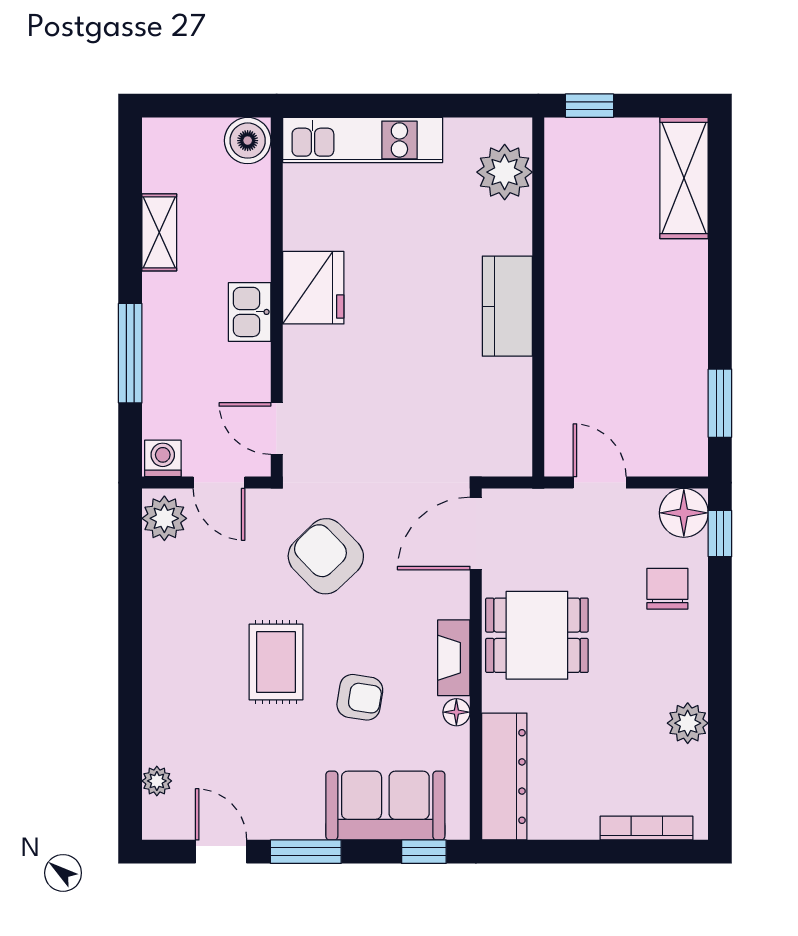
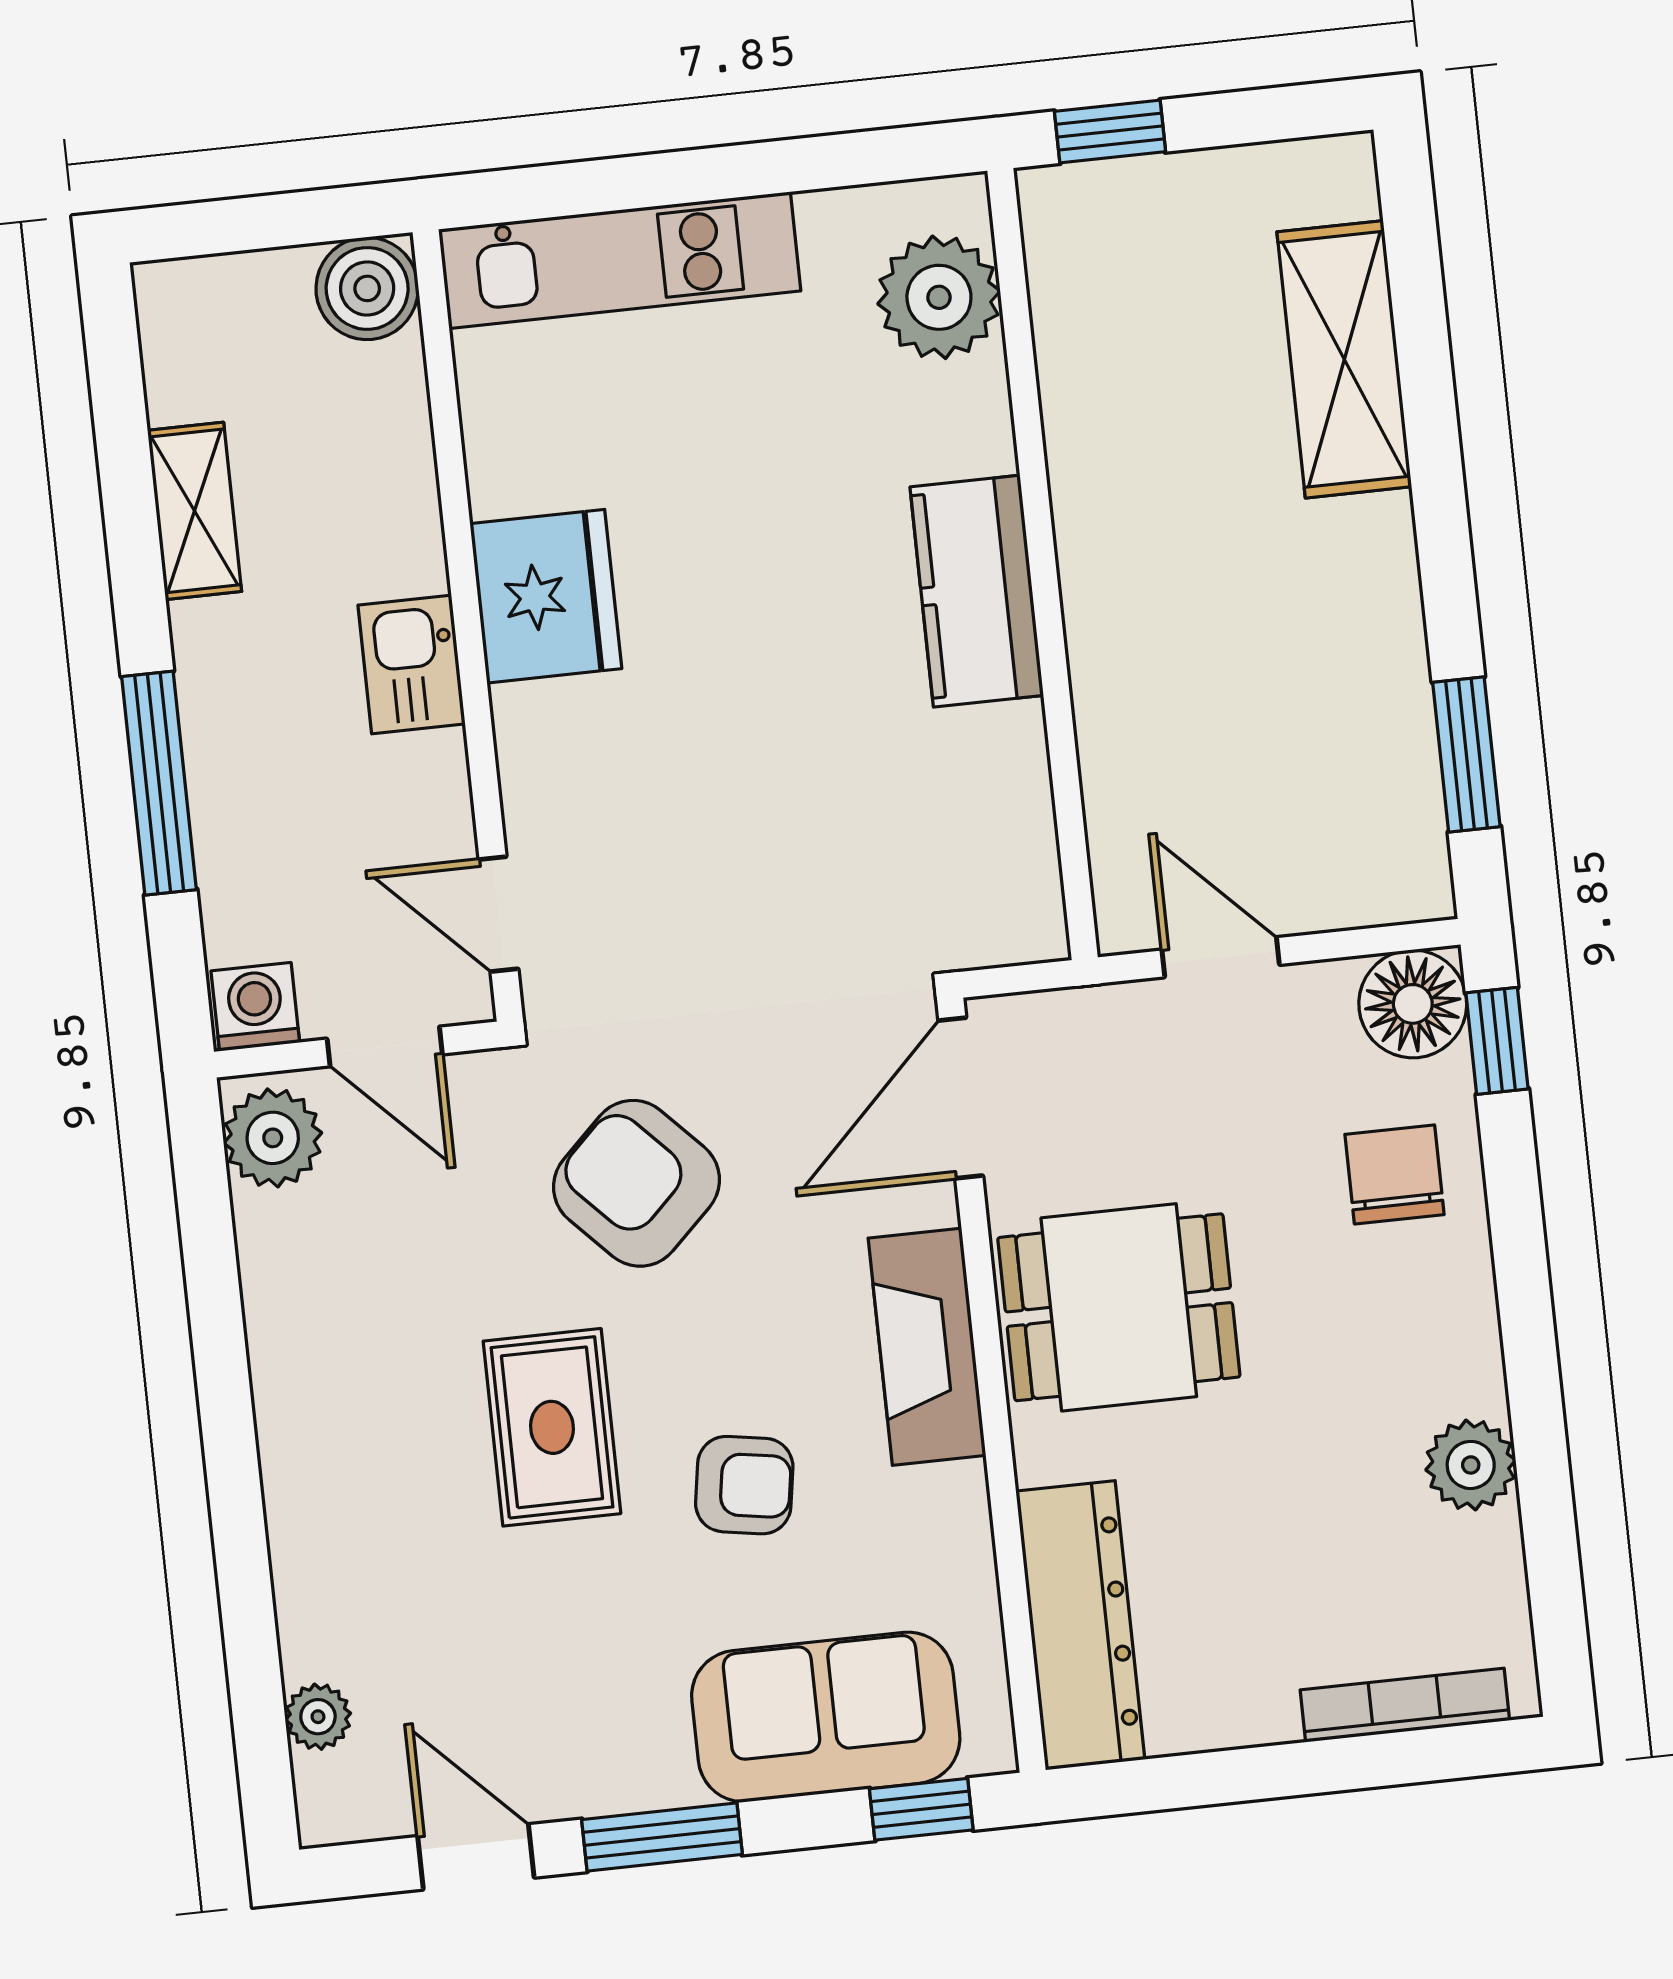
shelving: (684, 178) -> (1344, 359), moved
fireplace: (454, 658) -> (927, 1347), width x1.37, depth x1.32
floor lamp: (456, 712) -> (960, 1495), removed

